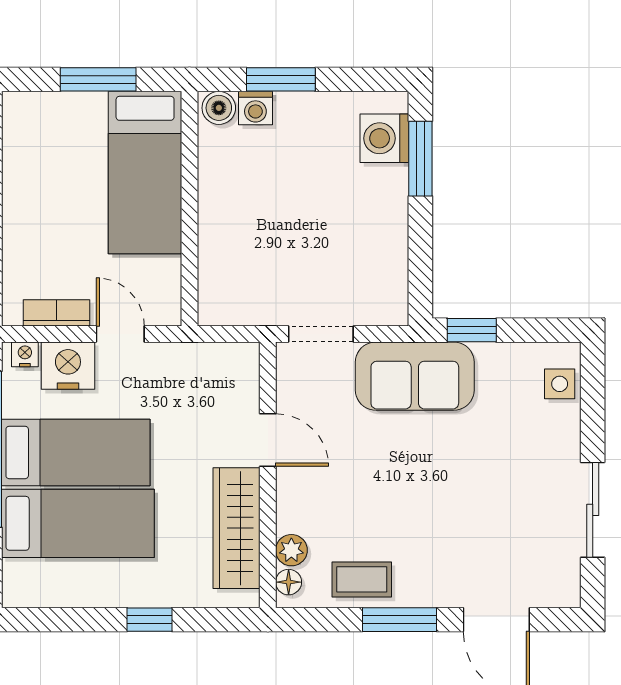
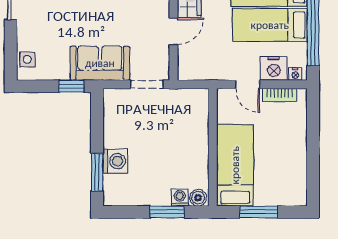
washing machine: (384, 138) -> (115, 161), moved
door: (268, 440) -> (174, 31), swing flipped

